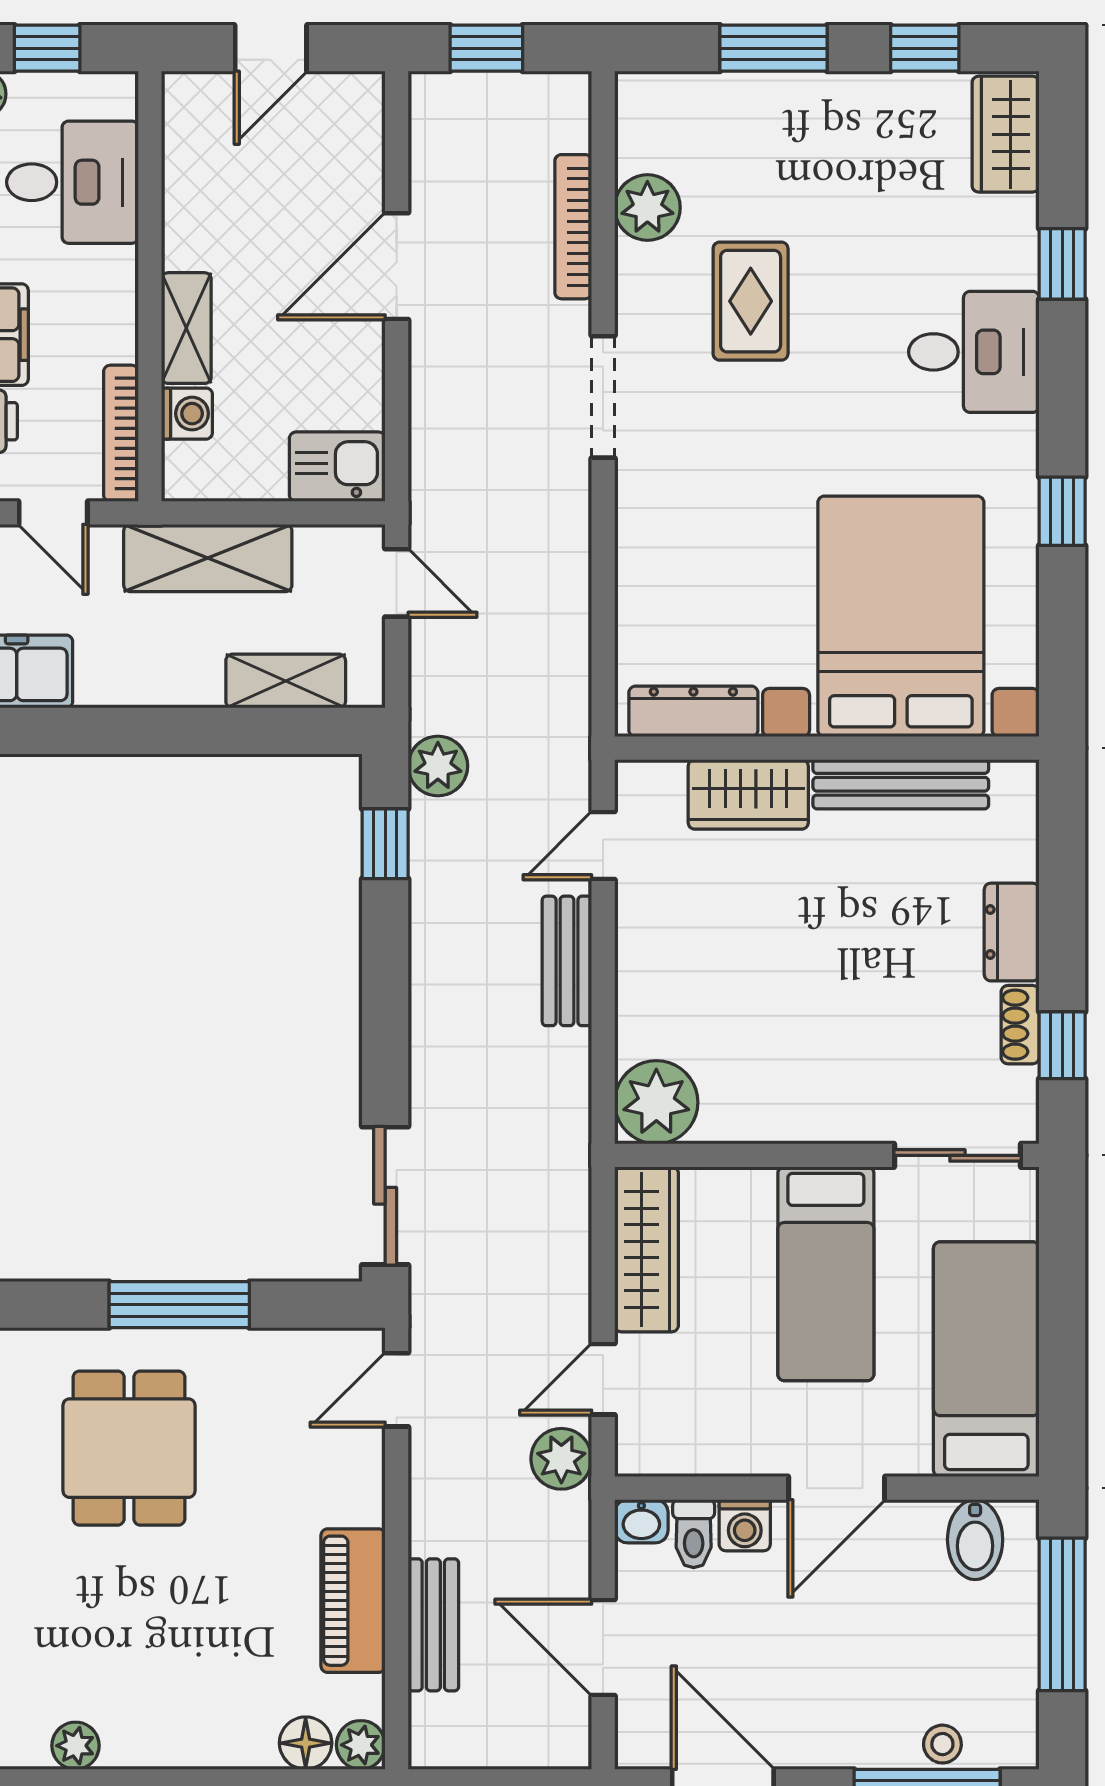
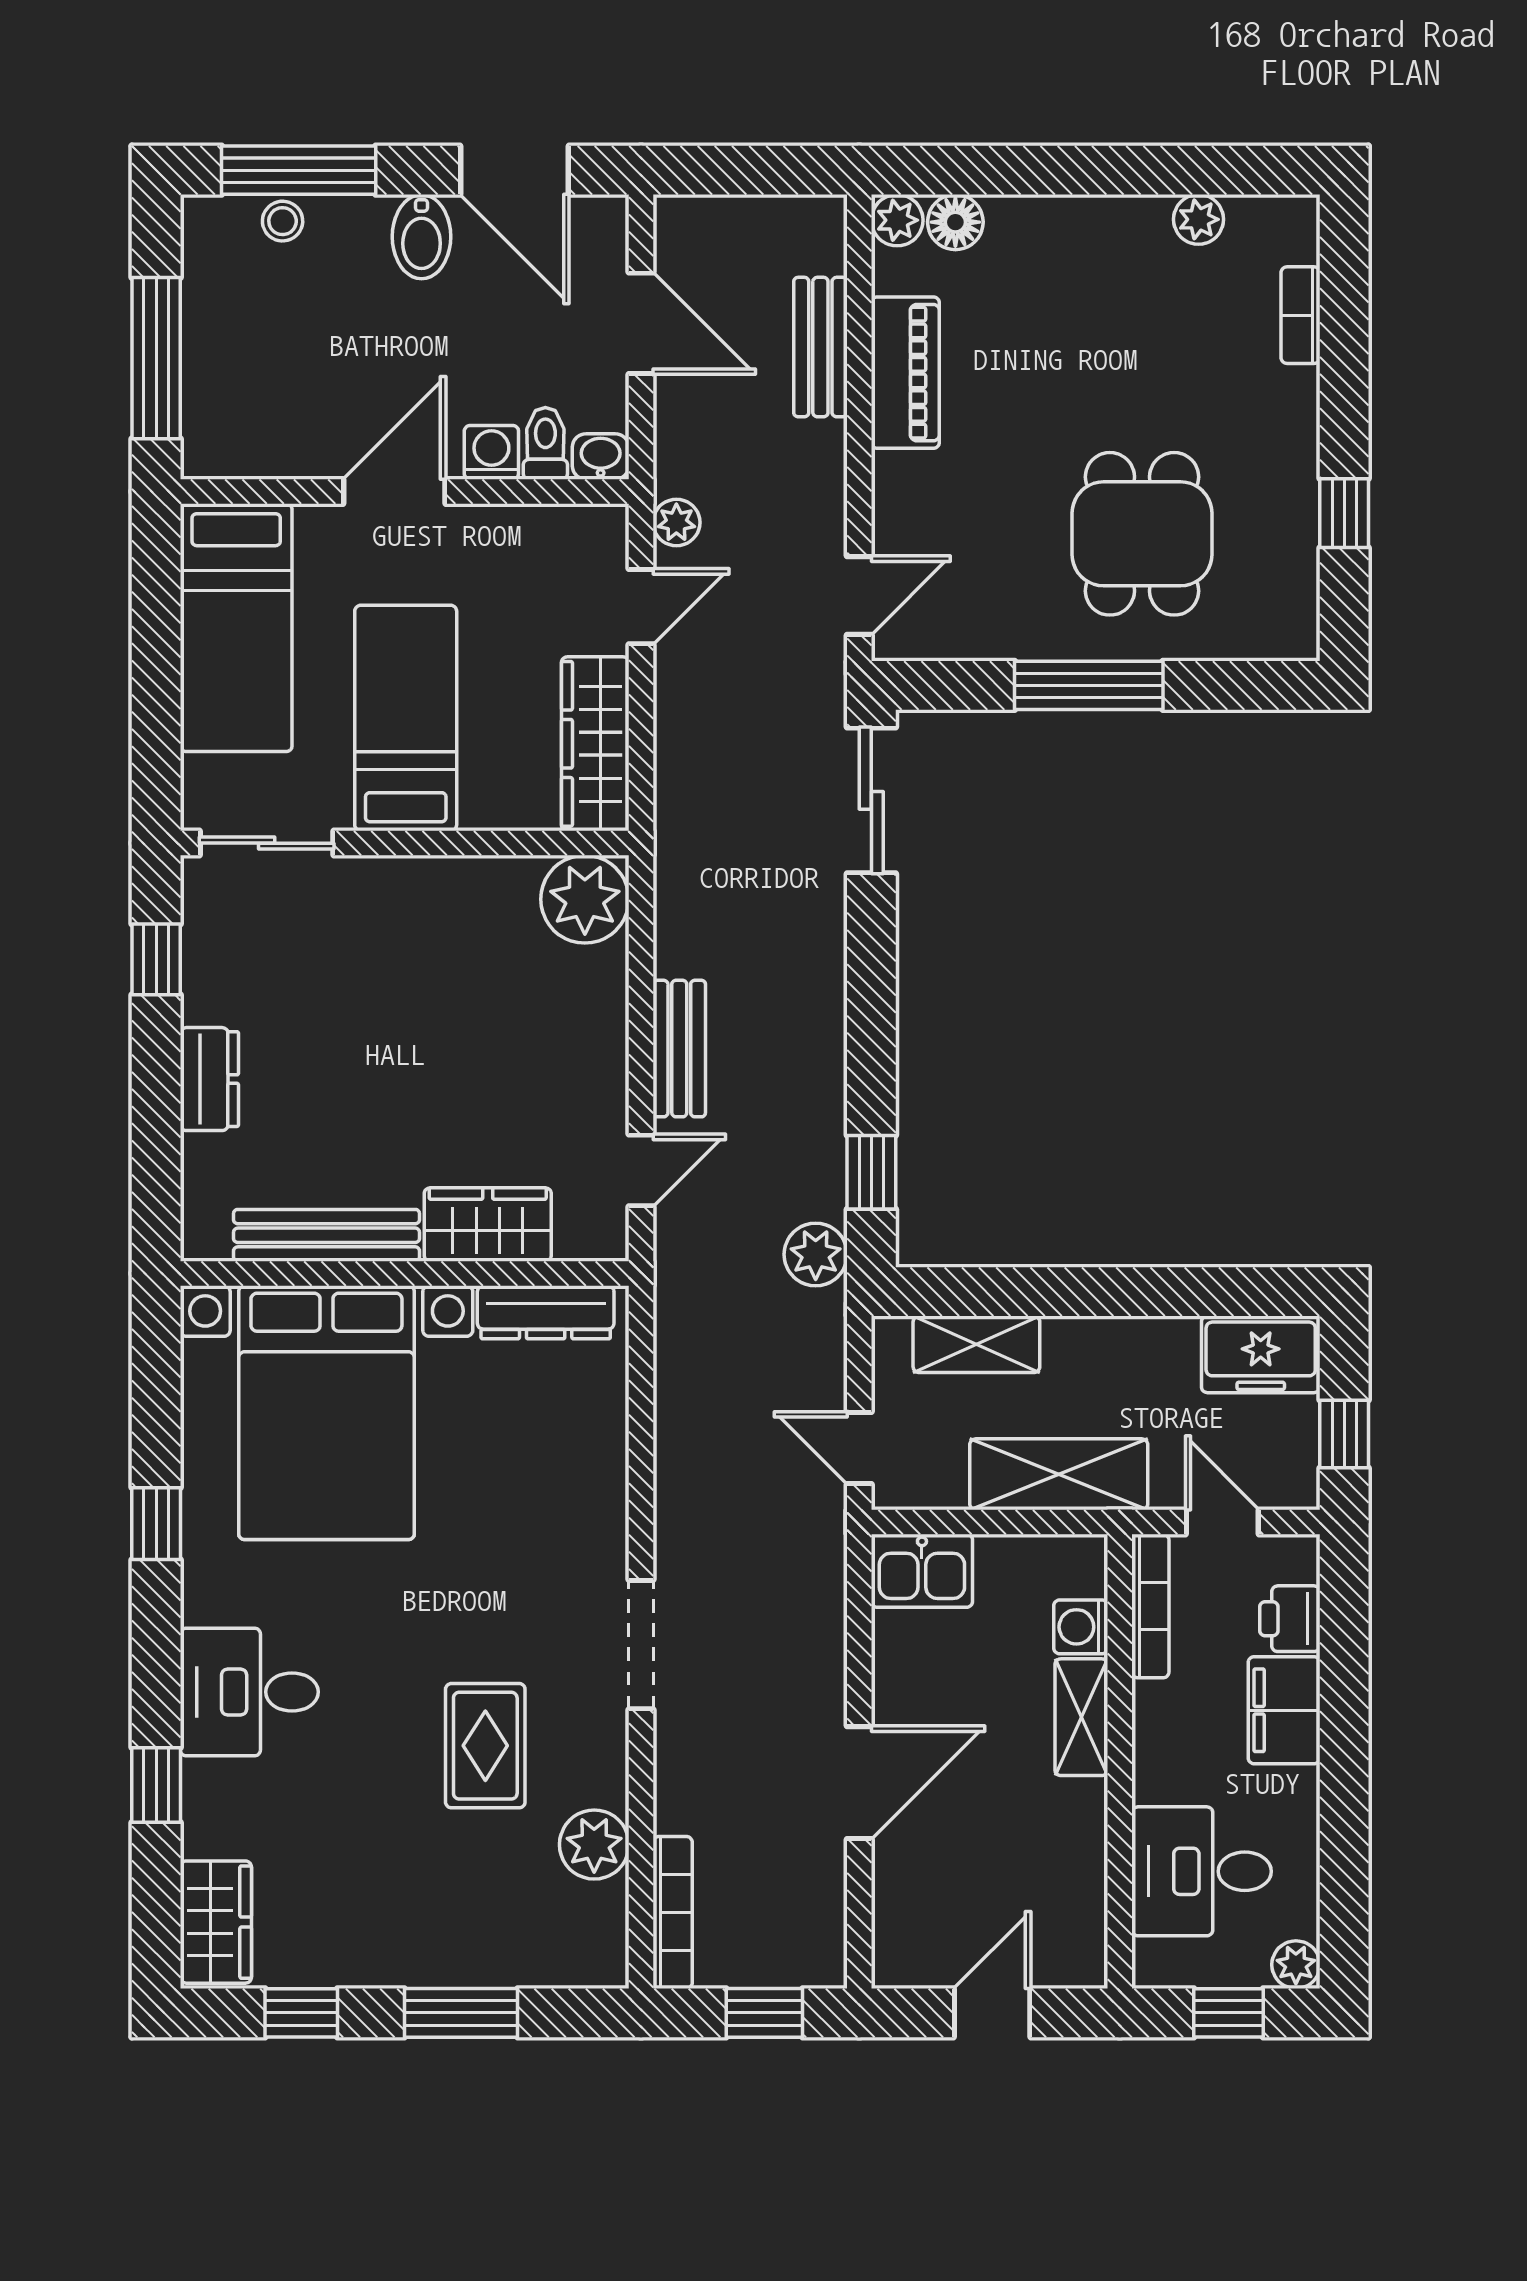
bookcase: (573, 227) -> (673, 1913), moved
shoe rack: (1020, 1025) -> (200, 981), removed
plant: (561, 1459) -> (676, 522), width x0.73, depth x0.73
bidet: (975, 1540) -> (422, 237), moved, turned 180

